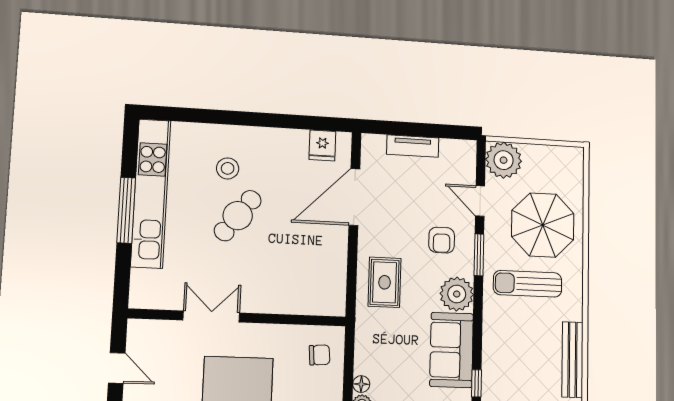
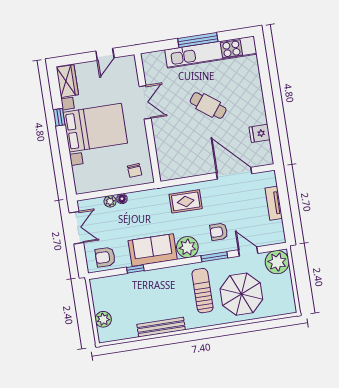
fridge: (322, 145) -> (260, 133), moved
stool: (228, 168) -> (235, 94), removed
door: (480, 201) -> (248, 252), hinge flipped

